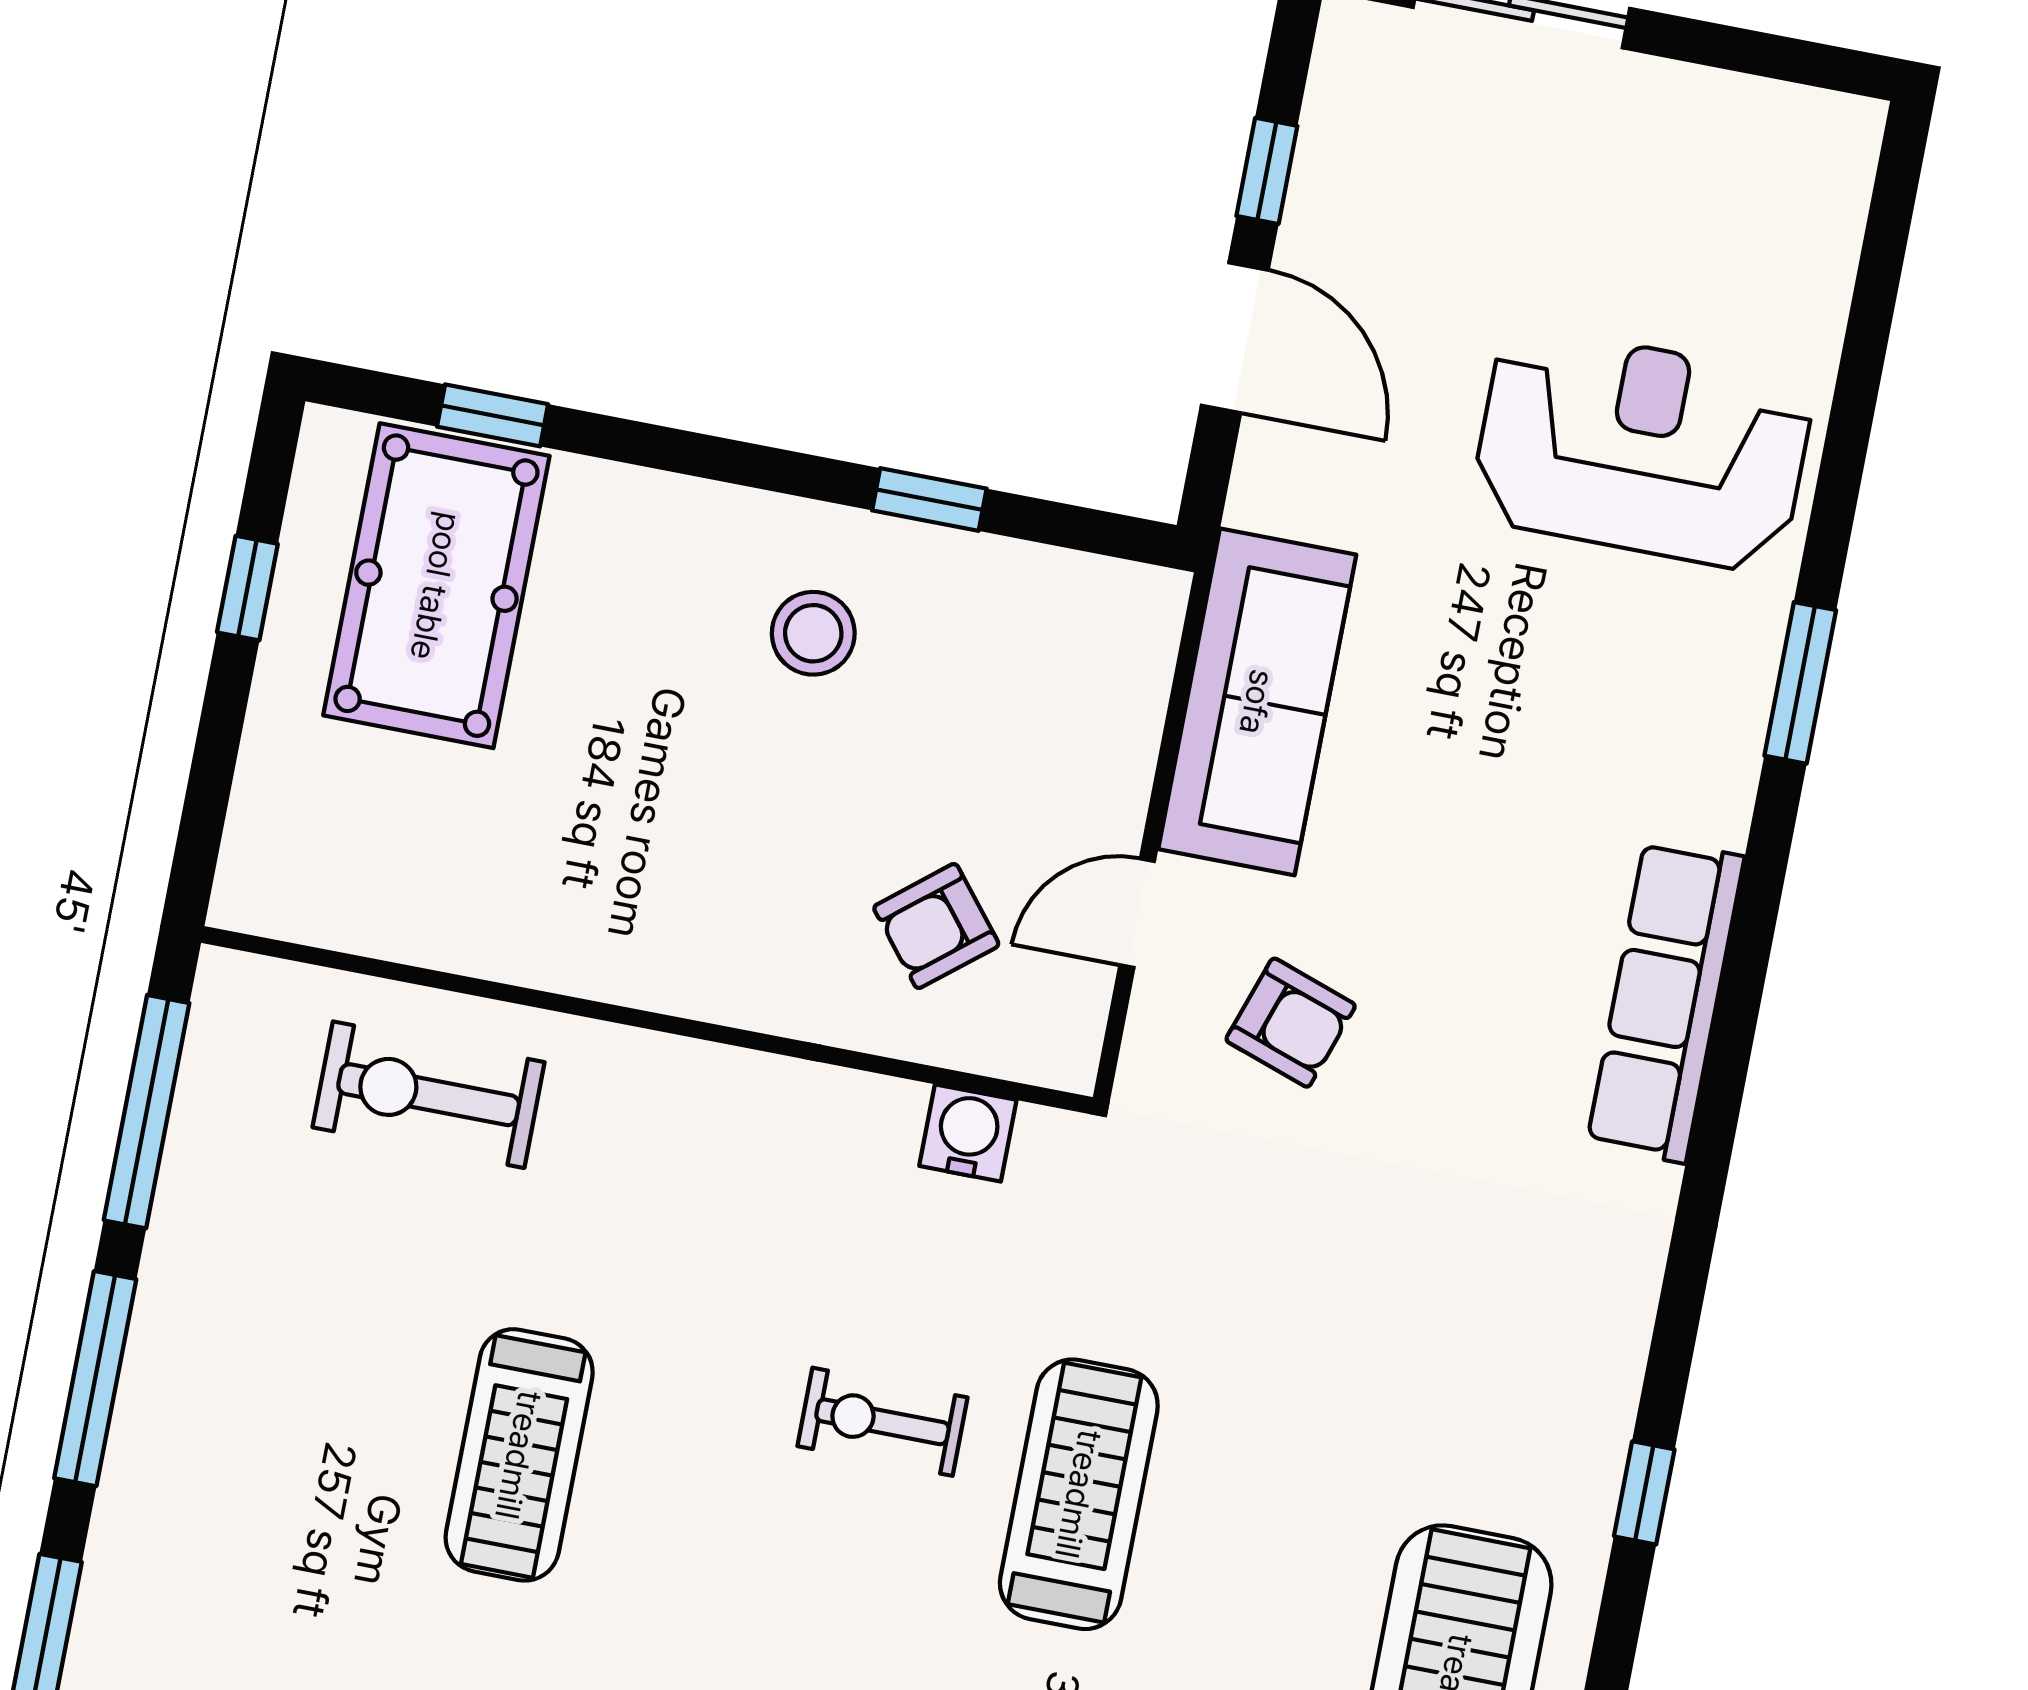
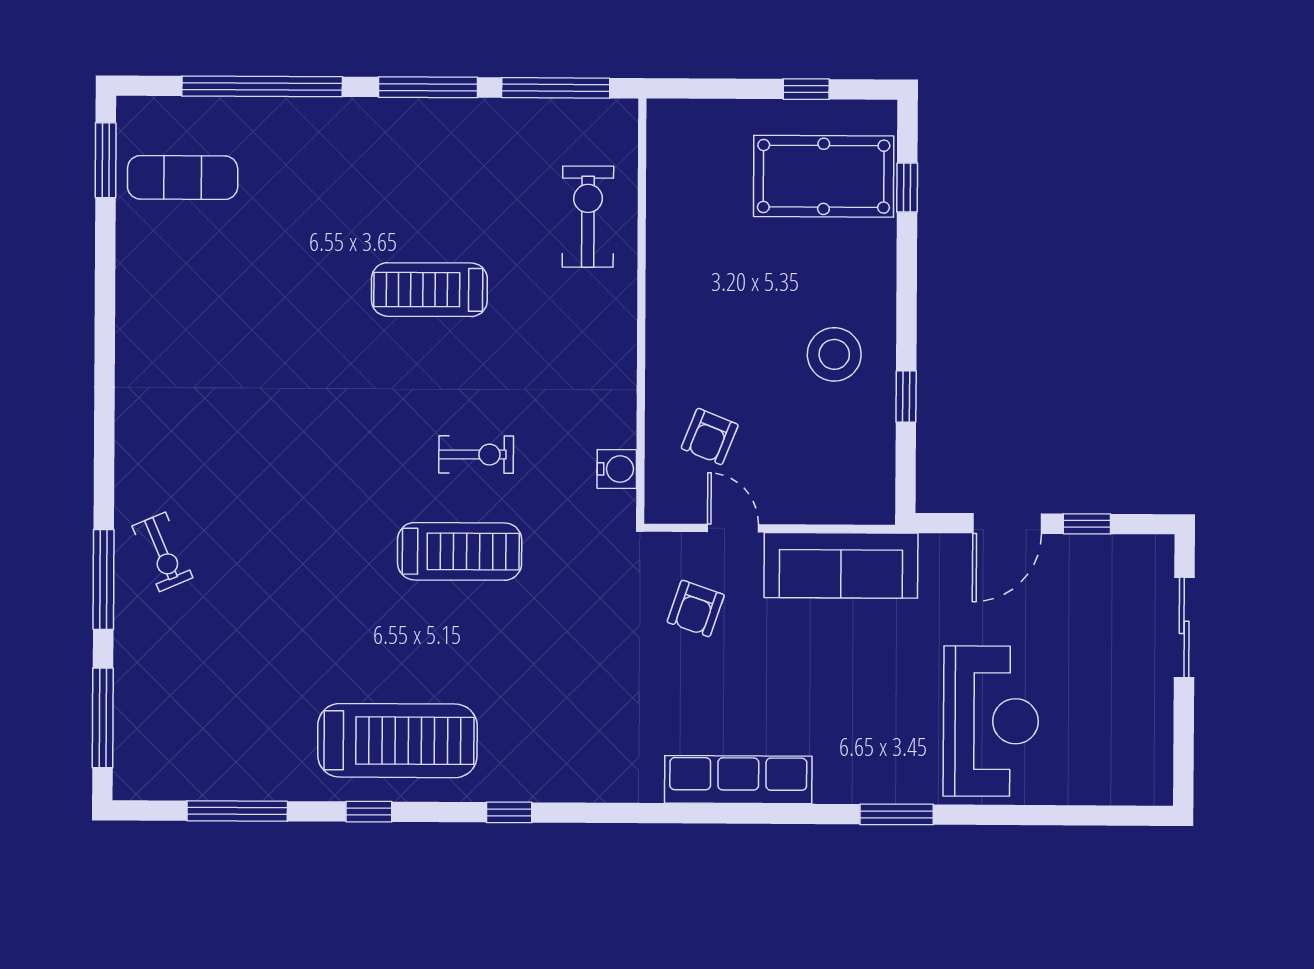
stool: (813, 633) -> (834, 354), width x1.38, depth x1.38
armchair: (936, 926) -> (710, 437), turned -119
exercise bike: (882, 1422) -> (476, 455), turned 90

